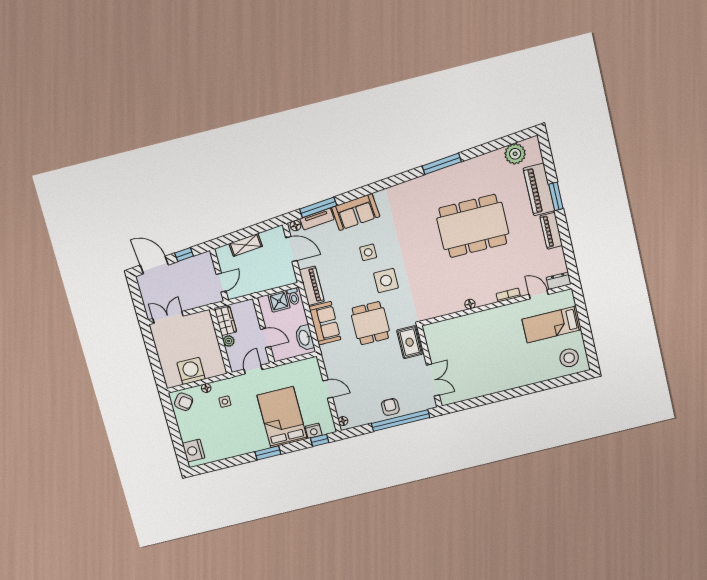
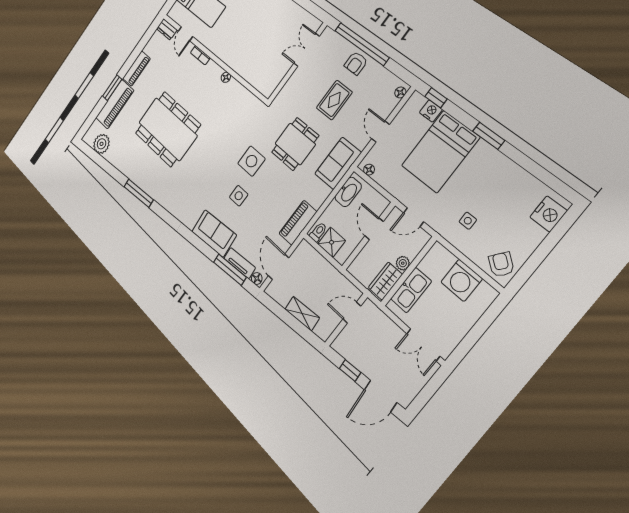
door: (154, 265) -> (381, 396), hinge flipped
sofa: (325, 323) -> (338, 163), moved
kitchen sink: (208, 334) -> (411, 290), added
rug: (410, 342) -> (334, 100), moved
floor lamp: (206, 388) -> (369, 170), moved

